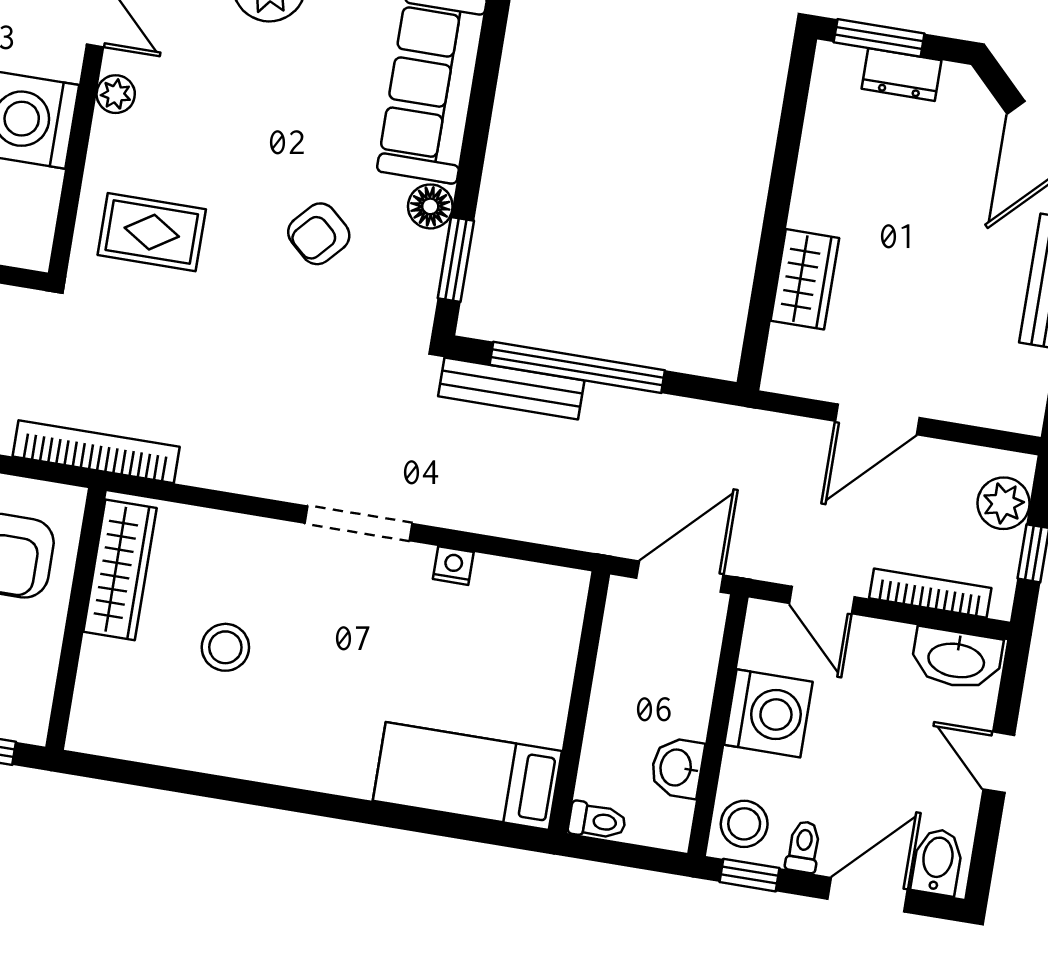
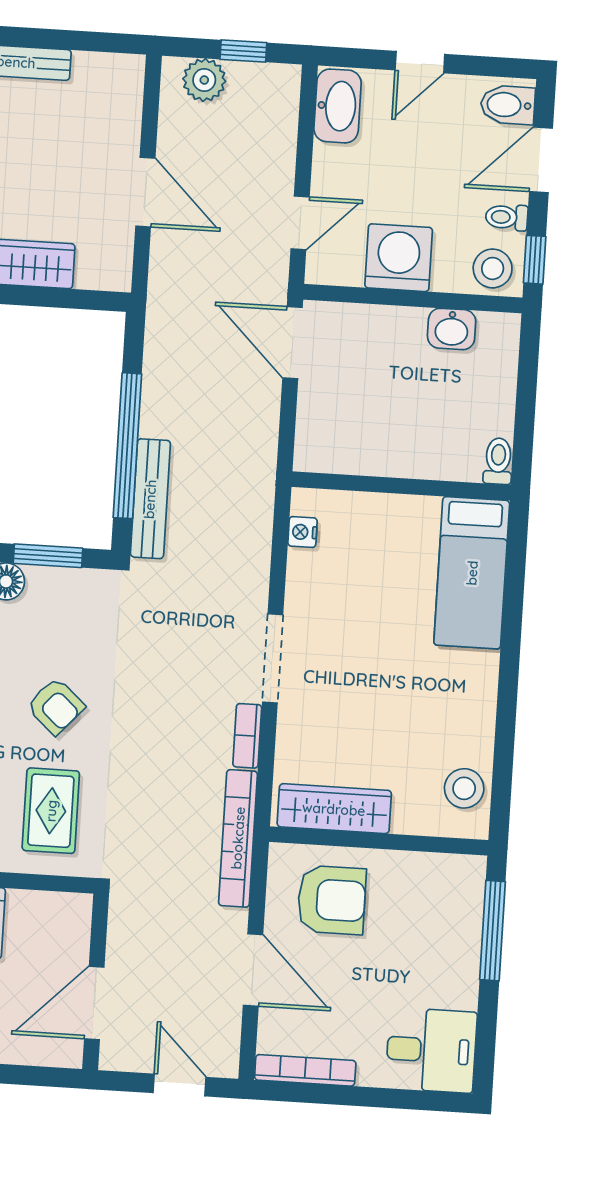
armchair: (319, 234) -> (56, 706), moved
doorway: (359, 523) -> (273, 658), moved
bookcase: (930, 593) -> (247, 736), moved, width x0.64
stool: (225, 647) -> (464, 788), moved
wall: (579, 702) -> (401, 486), moved
bed: (467, 776) -> (472, 573), moved
toilet: (597, 821) -> (498, 461), moved
door: (868, 895) -> (541, 160), hinge flipped

